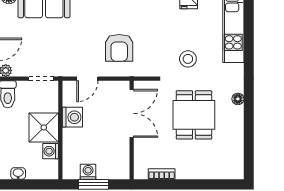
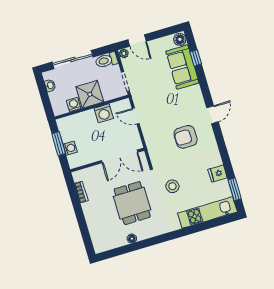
armchair: (119, 48) -> (186, 137), moved
floor lamp: (238, 99) -> (132, 239), moved
dining table: (194, 115) -> (132, 203), turned 90
washing machine: (88, 172) -> (70, 148), moved

